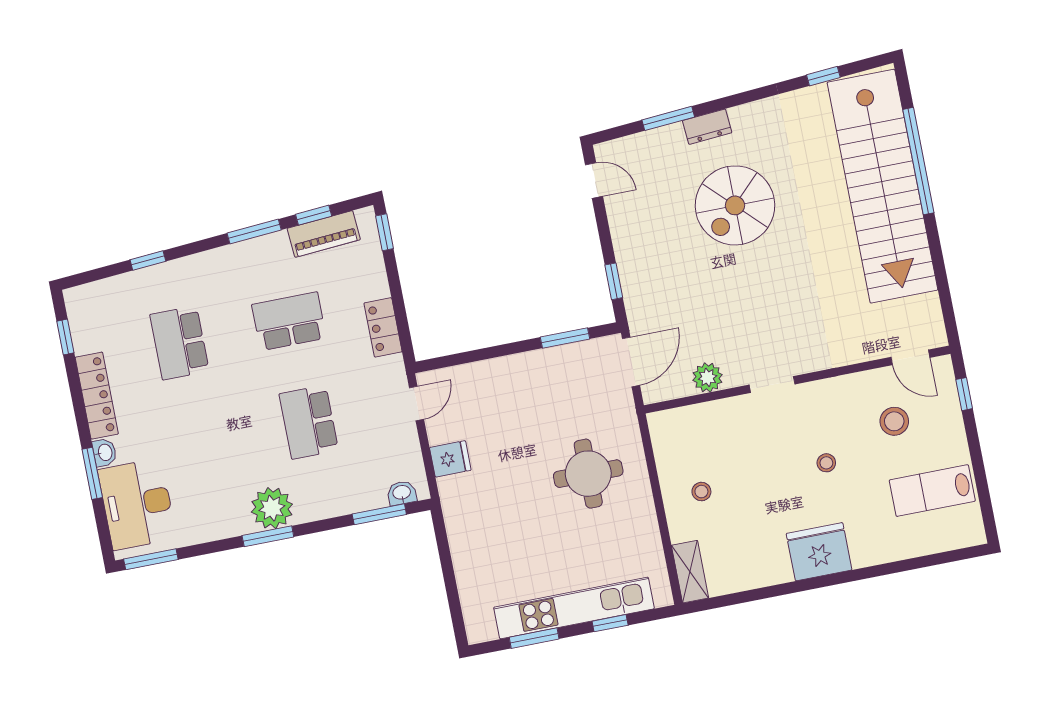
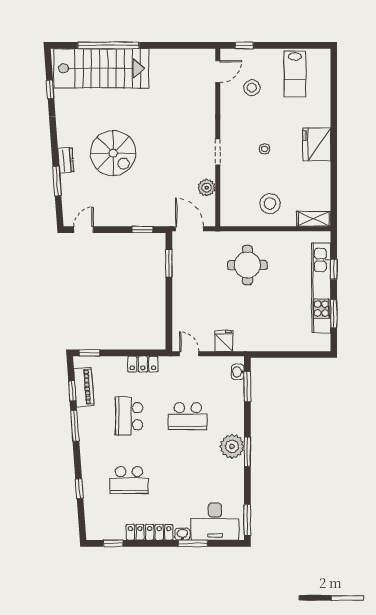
stairs: (882, 186) -> (101, 68), width x0.73
stool: (826, 463) -> (265, 149), moved
stool: (701, 492) -> (270, 204), width x1.89, depth x1.89

